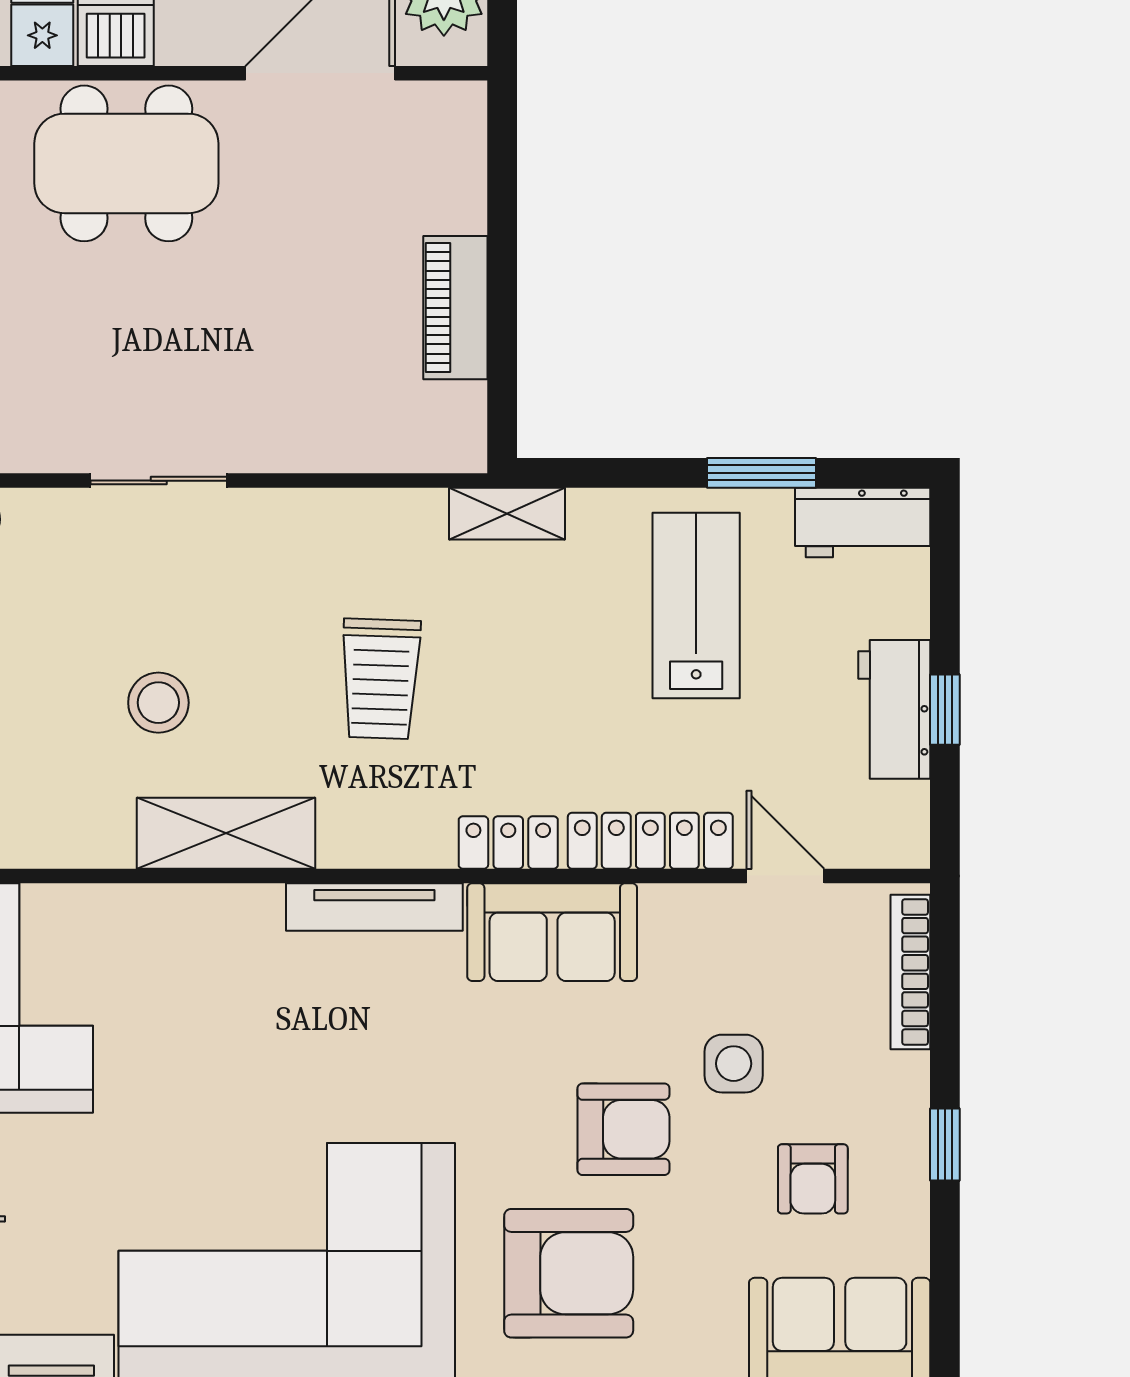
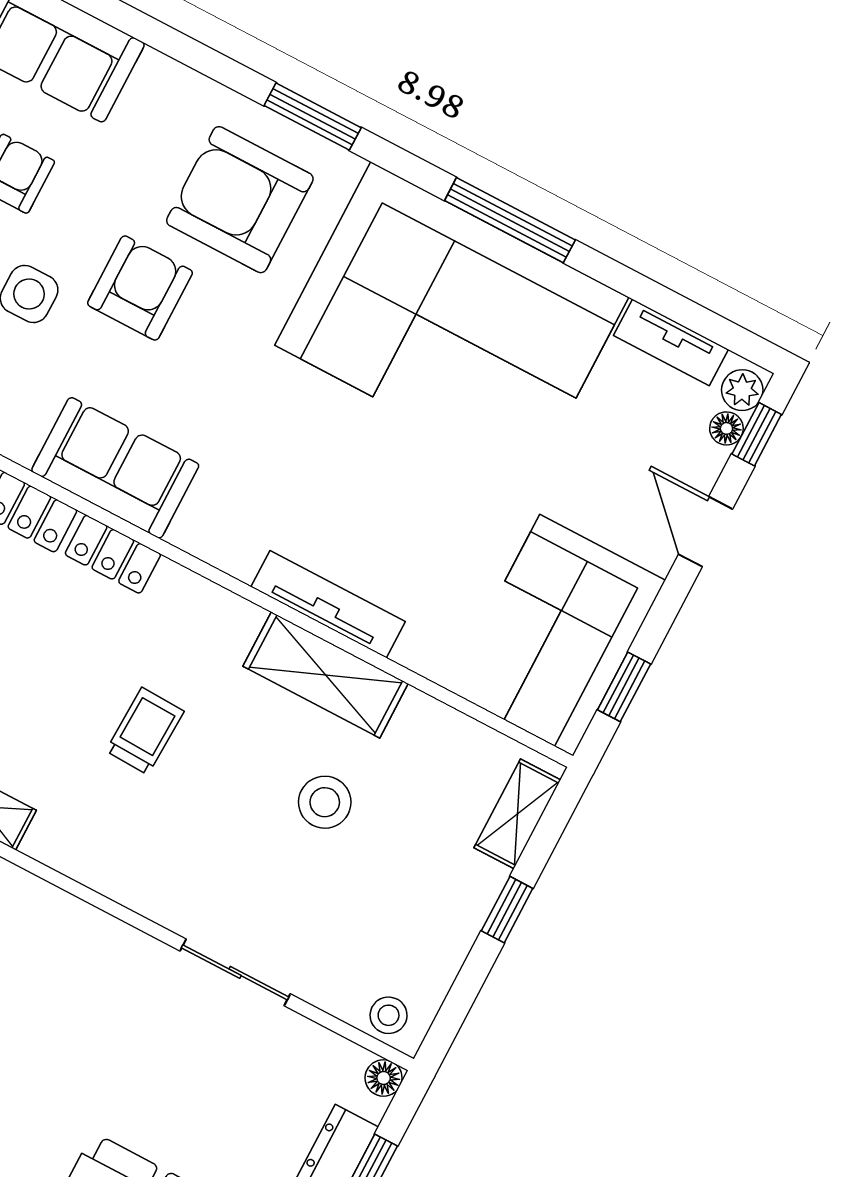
trolley: (381, 679) -> (145, 731), width x0.73, depth x0.72
tv unit: (374, 907) -> (328, 604), moved
armchair: (623, 1129) -> (140, 288), turned 90

